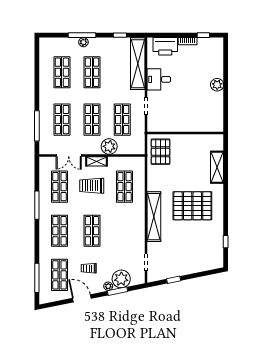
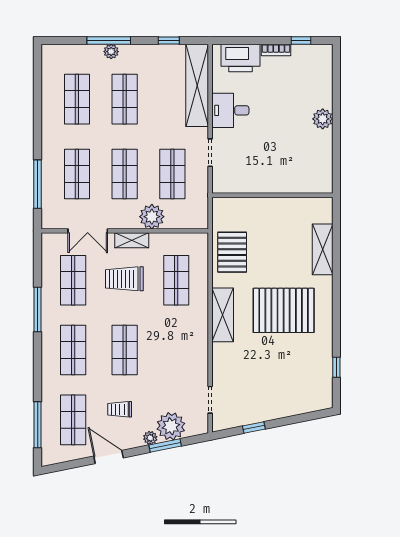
pallet: (160, 152) -> (232, 252), moved
shelving: (154, 217) -> (223, 315), width x0.68

